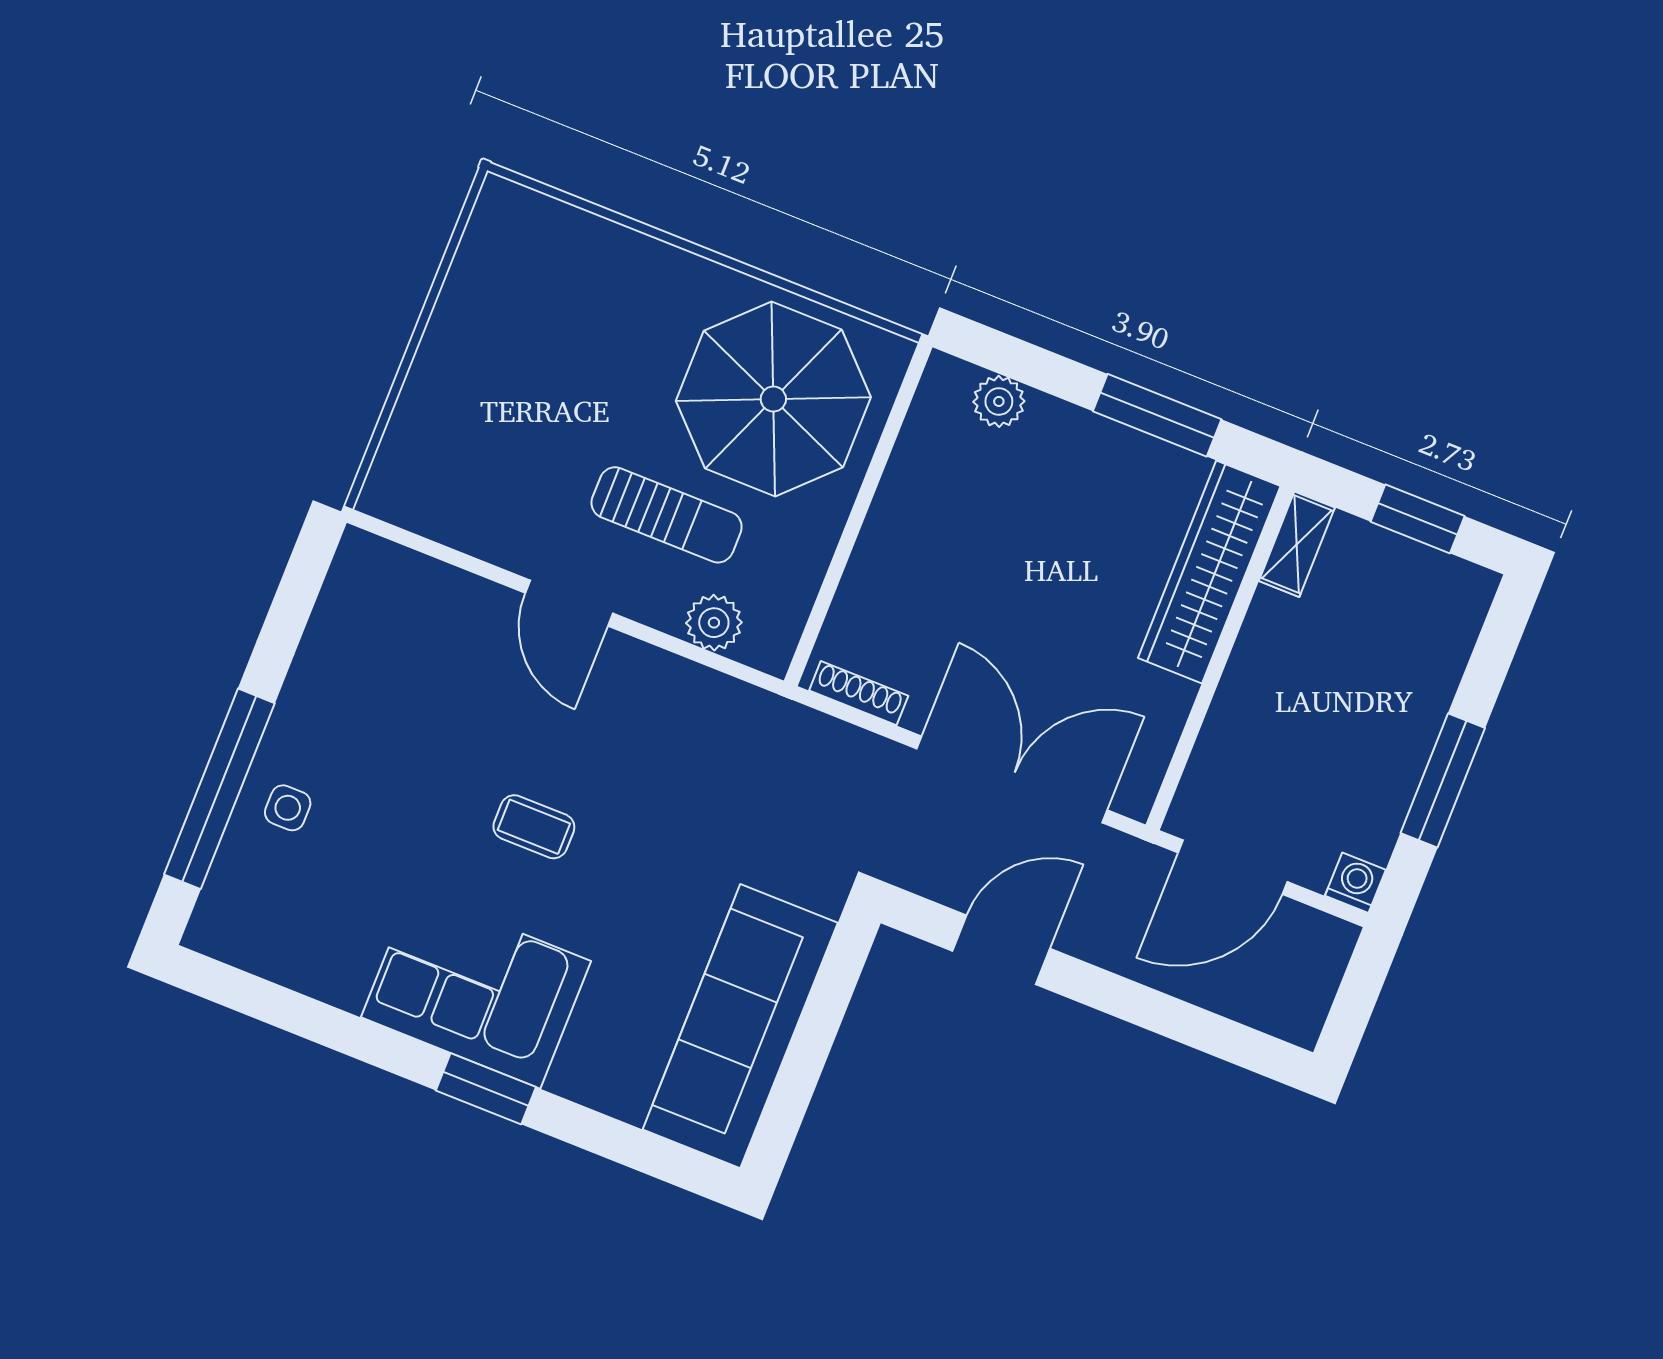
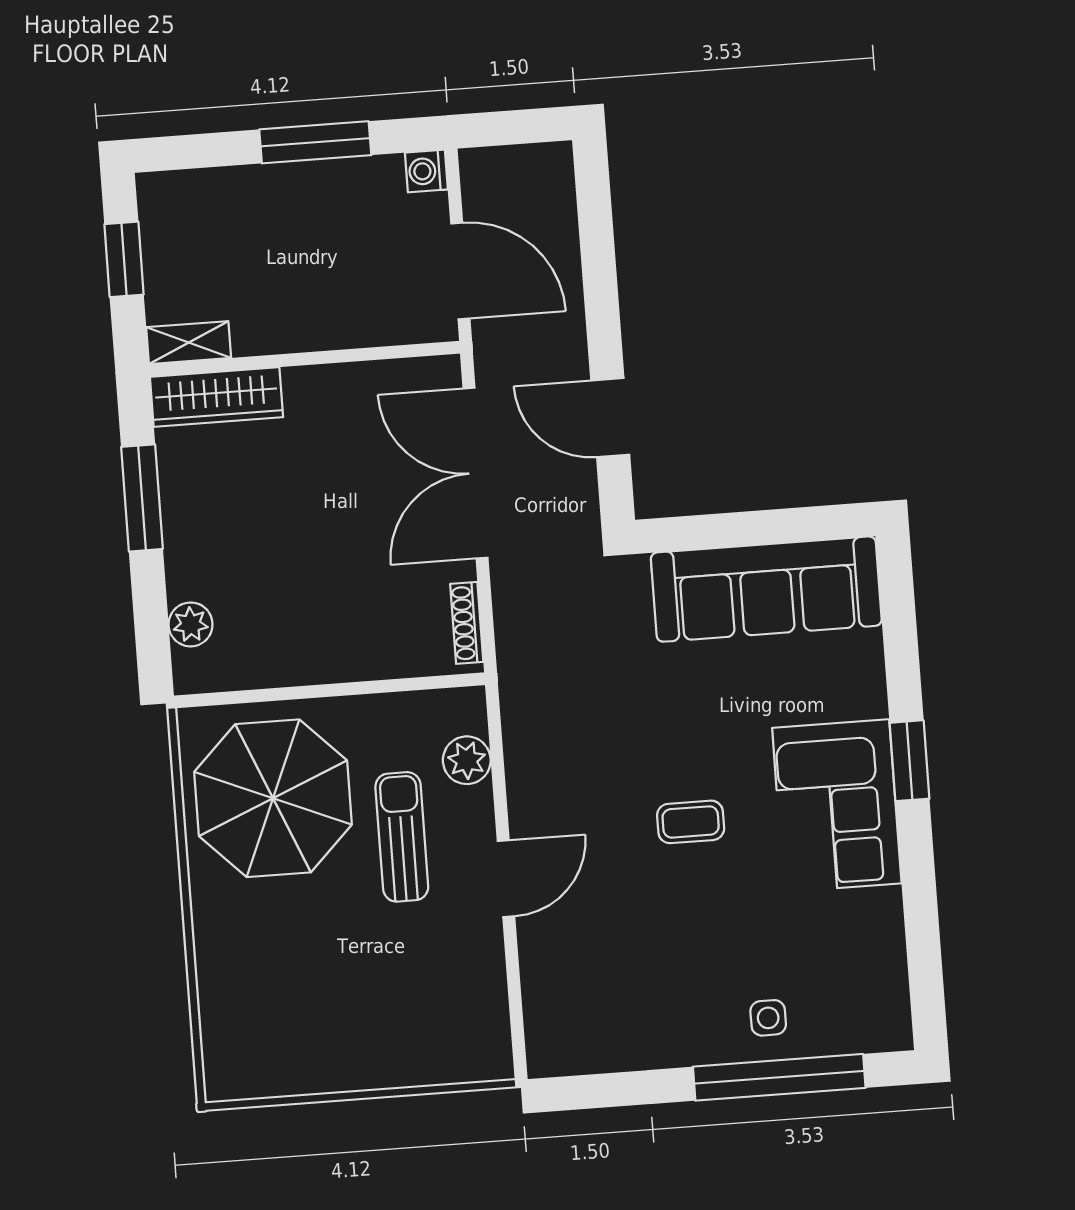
wardrobe: (1209, 572) -> (216, 397), width x0.71, depth x0.85
coffee table: (534, 827) -> (691, 822), turned 90

